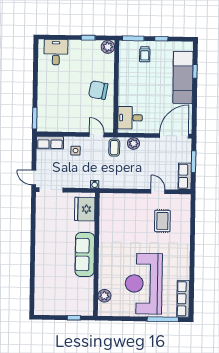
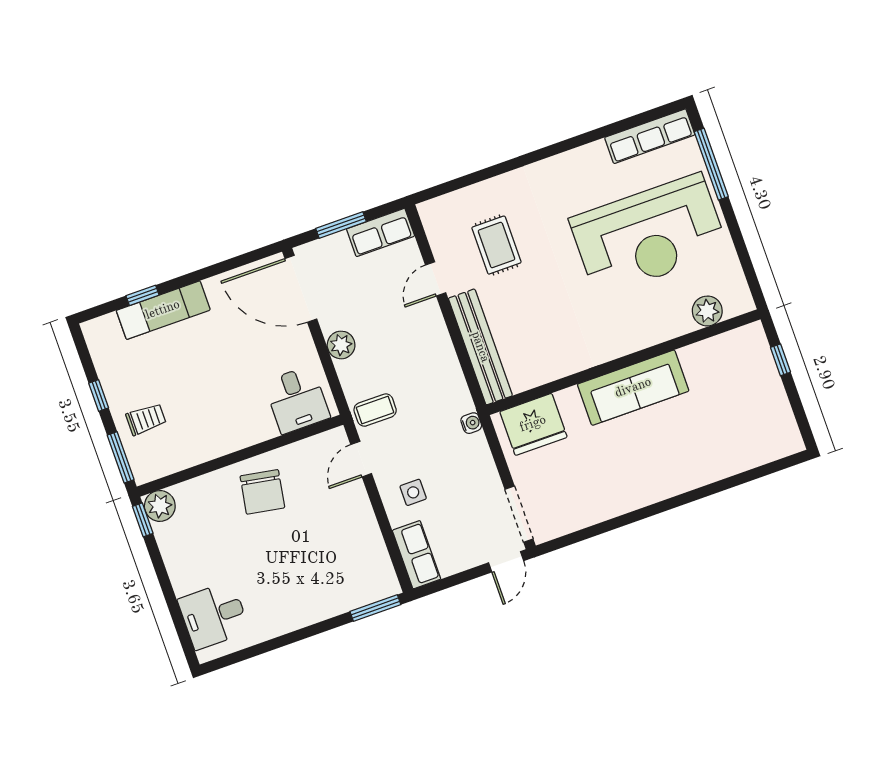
window: (88, 38) -> (143, 520), moved
exam couch: (183, 77) -> (163, 310), width x0.73, depth x0.69
plant: (133, 143) -> (341, 345), moved
bench: (124, 199) -> (480, 347), added
rug: (162, 221) -> (496, 245), turned 90

